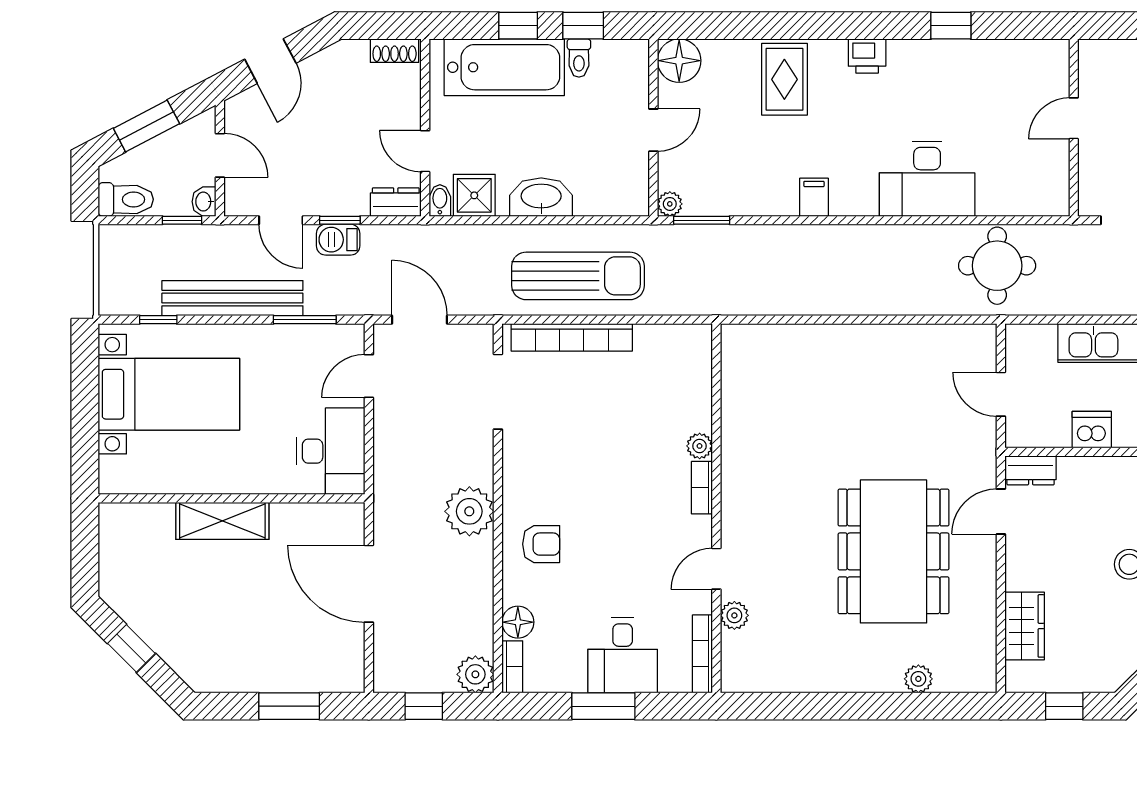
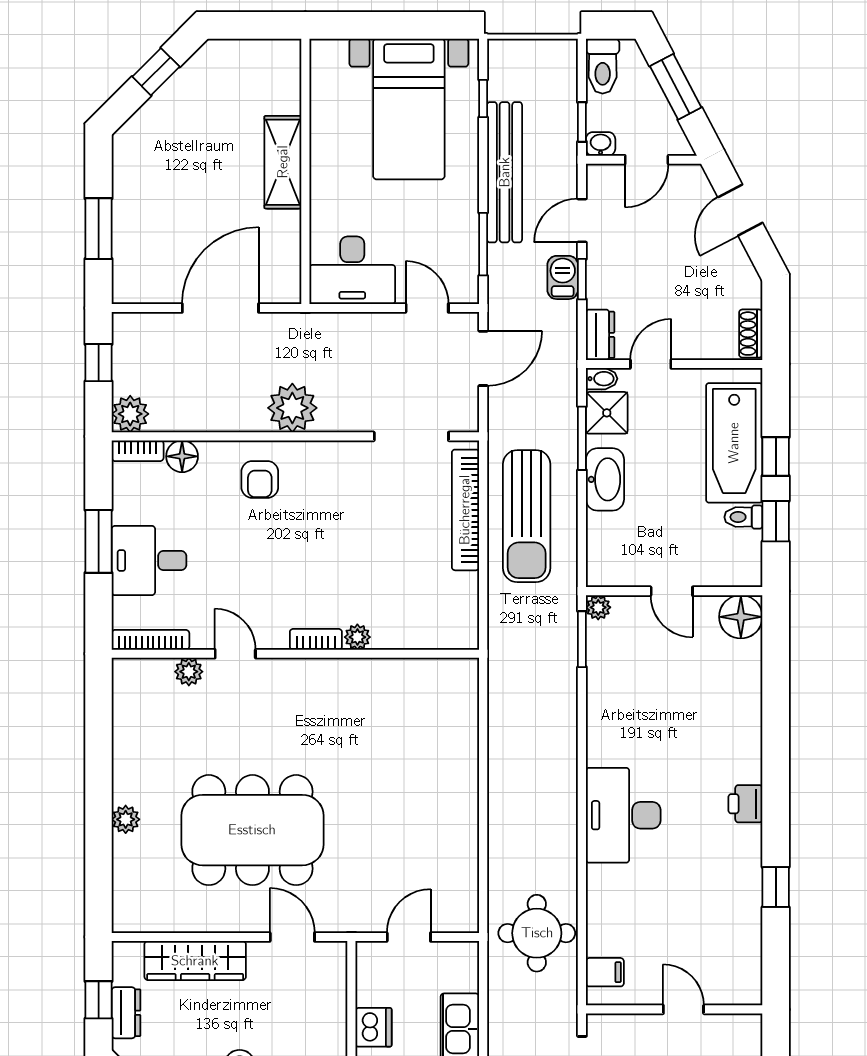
door: (270, 61) -> (740, 210), hinge flipped
rug: (784, 79) -> (722, 722), removed
desk: (927, 179) -> (623, 815), moved
filing cabinet: (814, 197) -> (605, 972), moved
window: (500, 220) -> (582, 438), added
dresser: (1031, 470) -> (126, 1013), moved, turned 180
wardrobe: (1025, 626) -> (195, 961), width x1.50
plant: (918, 679) -> (126, 819), moved

